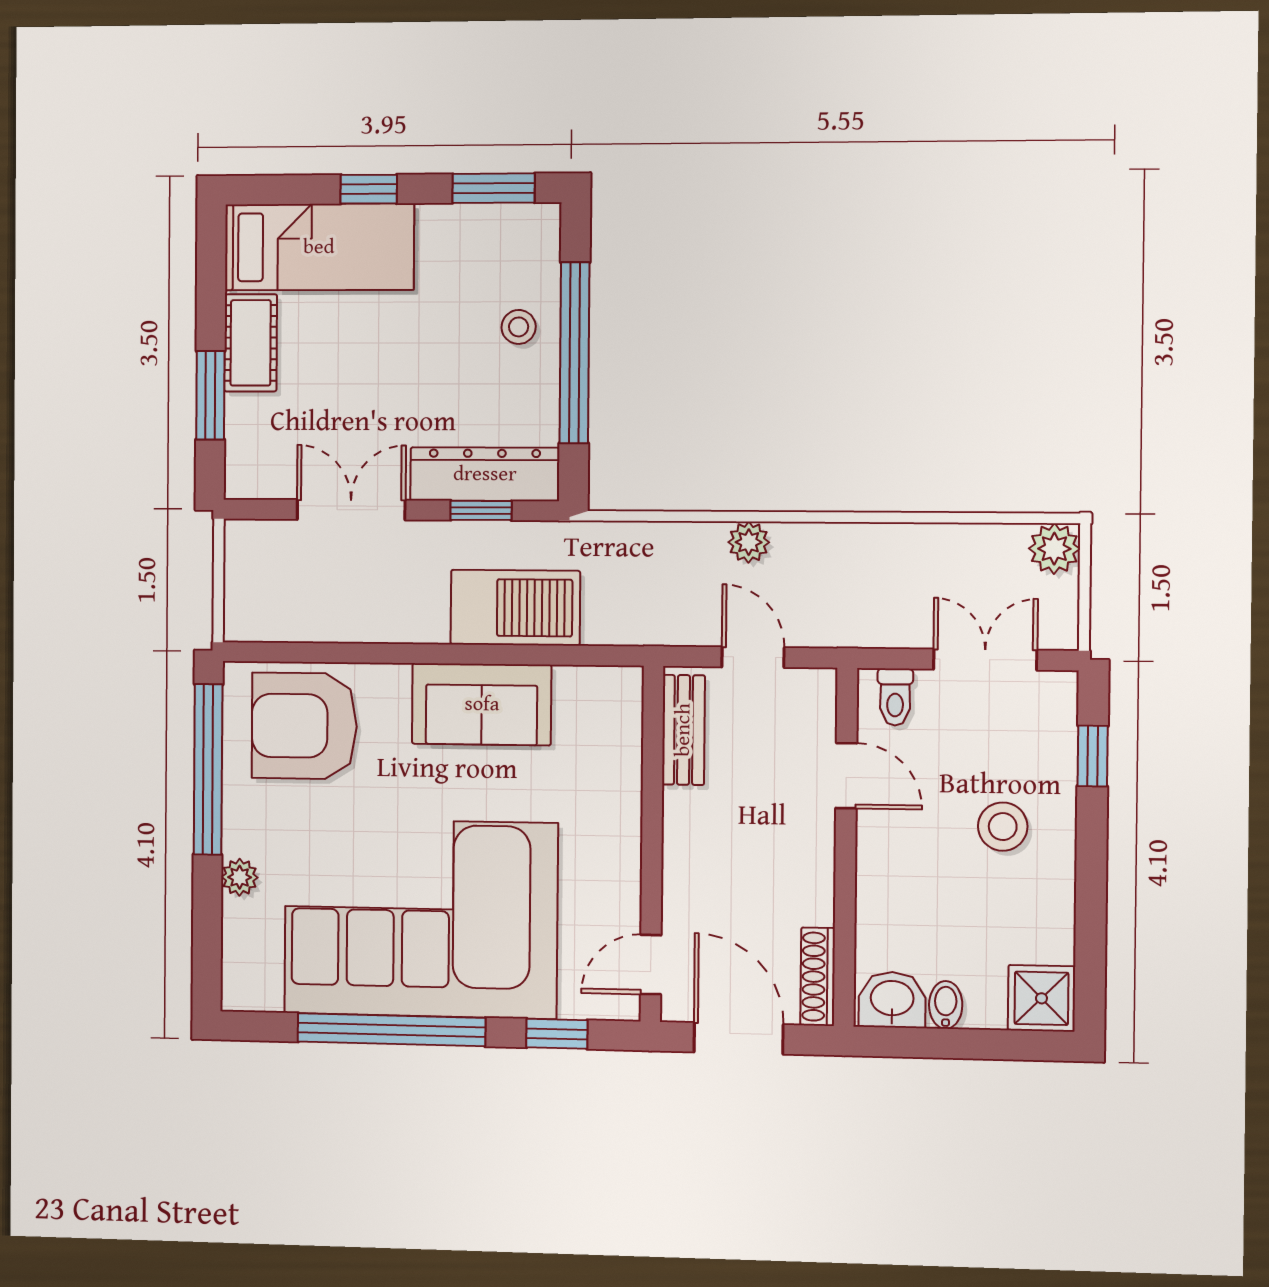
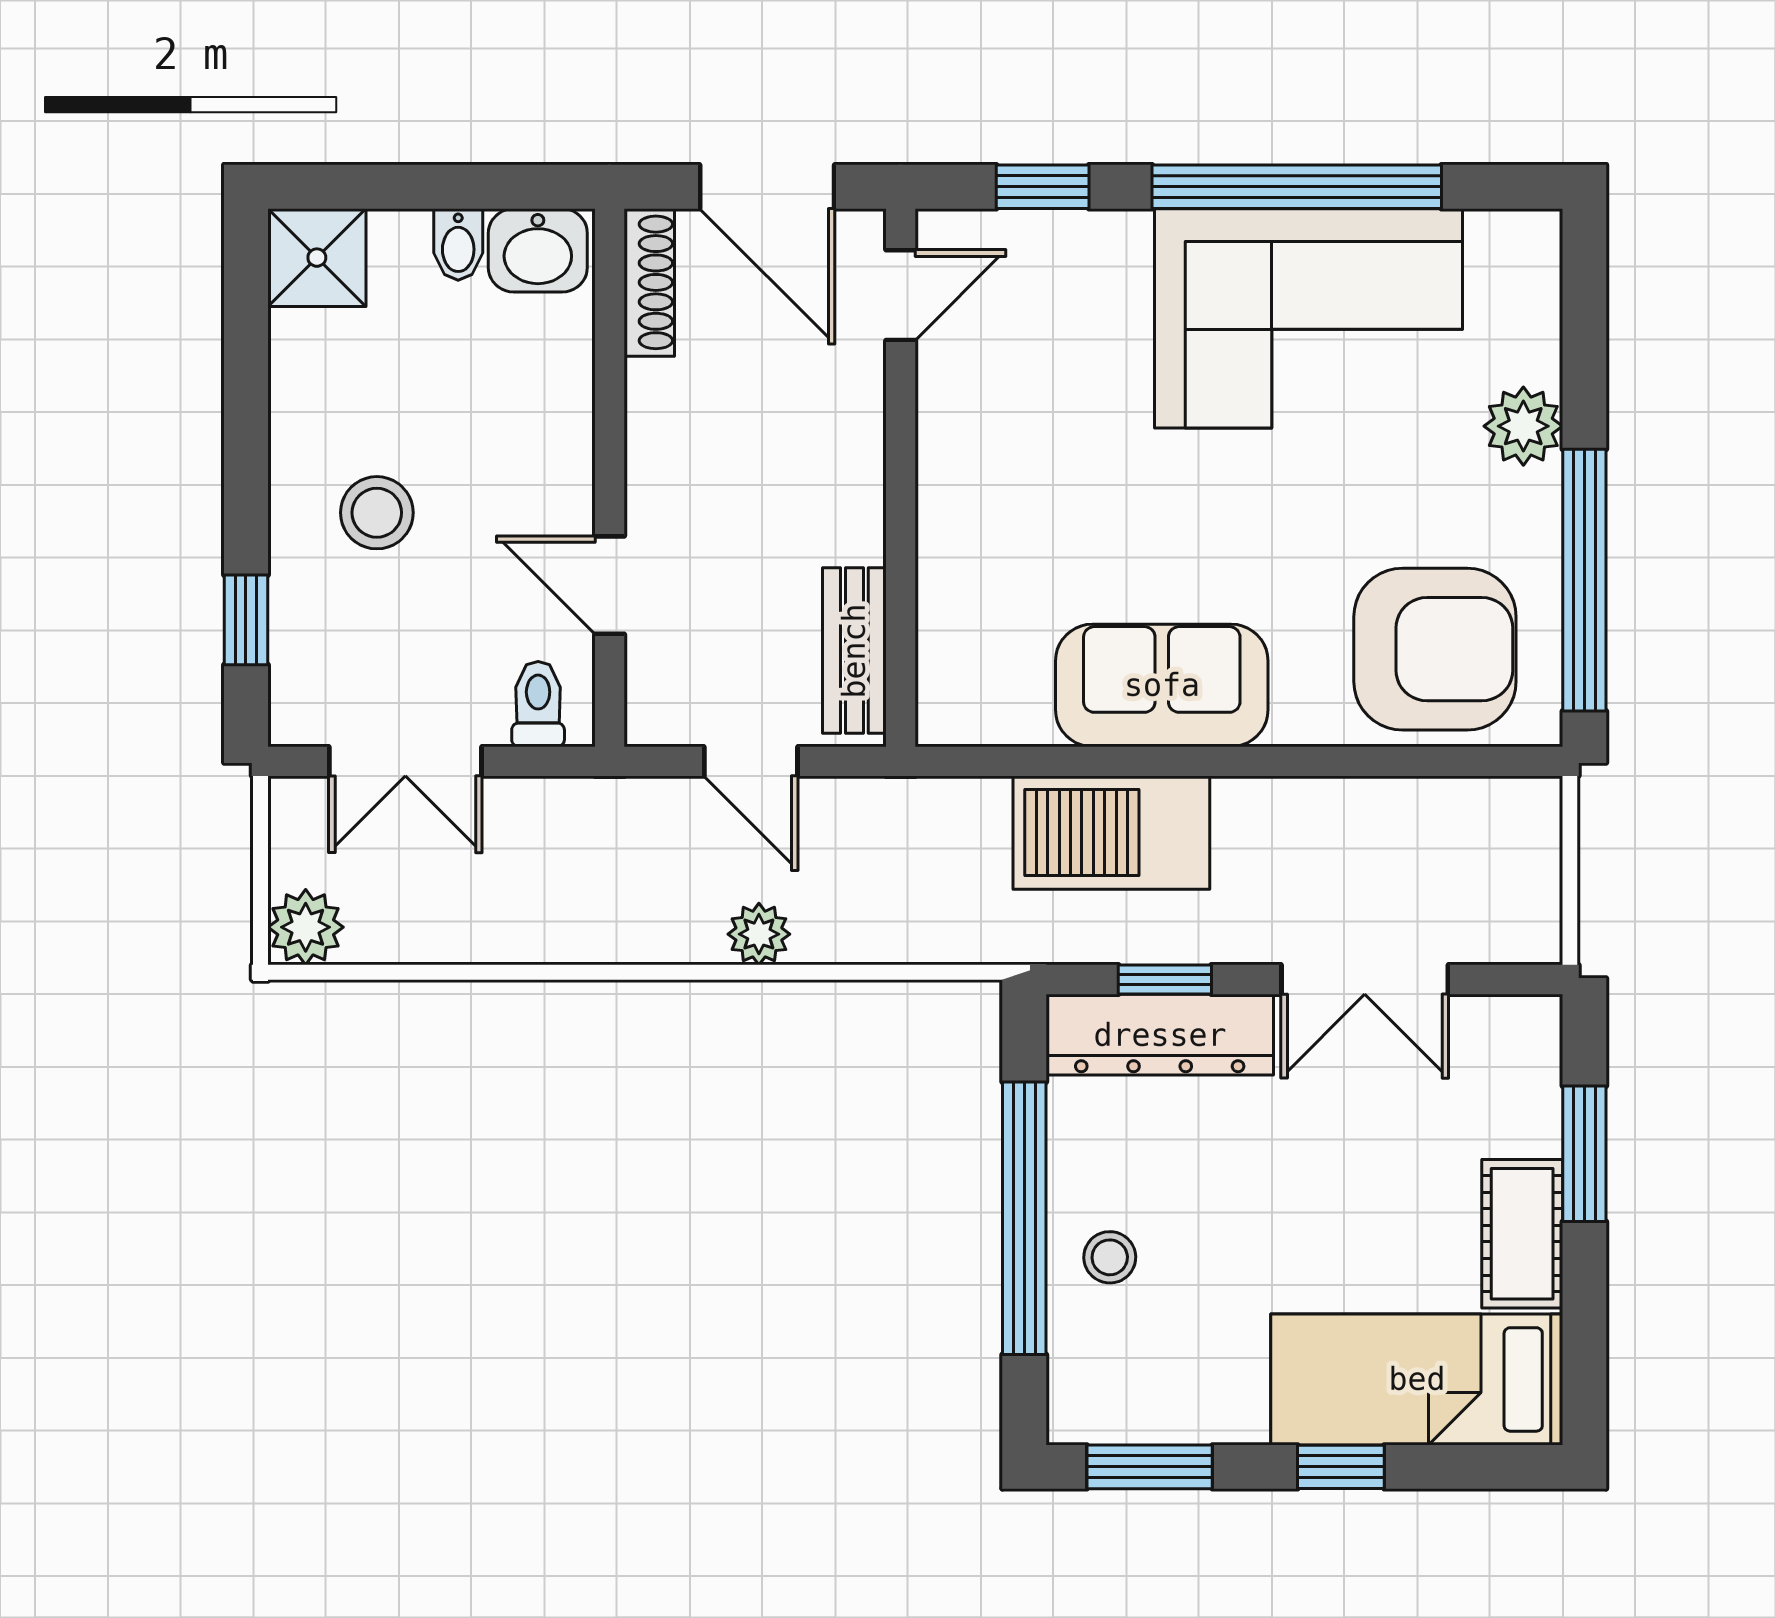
plant: (240, 877) -> (1523, 426), width x1.38, depth x1.38
corner sofa: (421, 918) -> (1309, 318), width x0.73, depth x0.74

